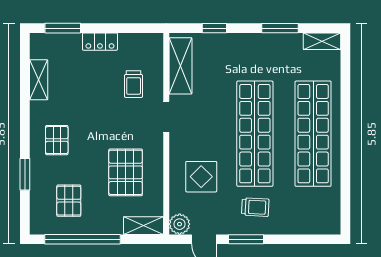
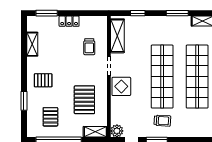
pallet: (57, 140) -> (43, 80), turned 90
display table: (201, 177) -> (121, 86), moved

